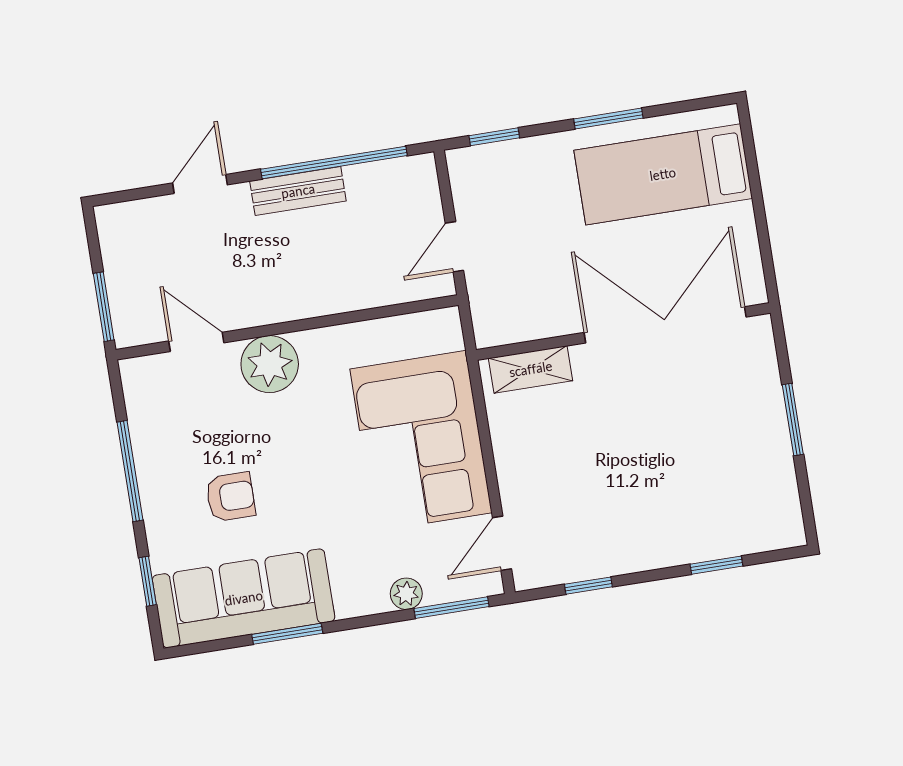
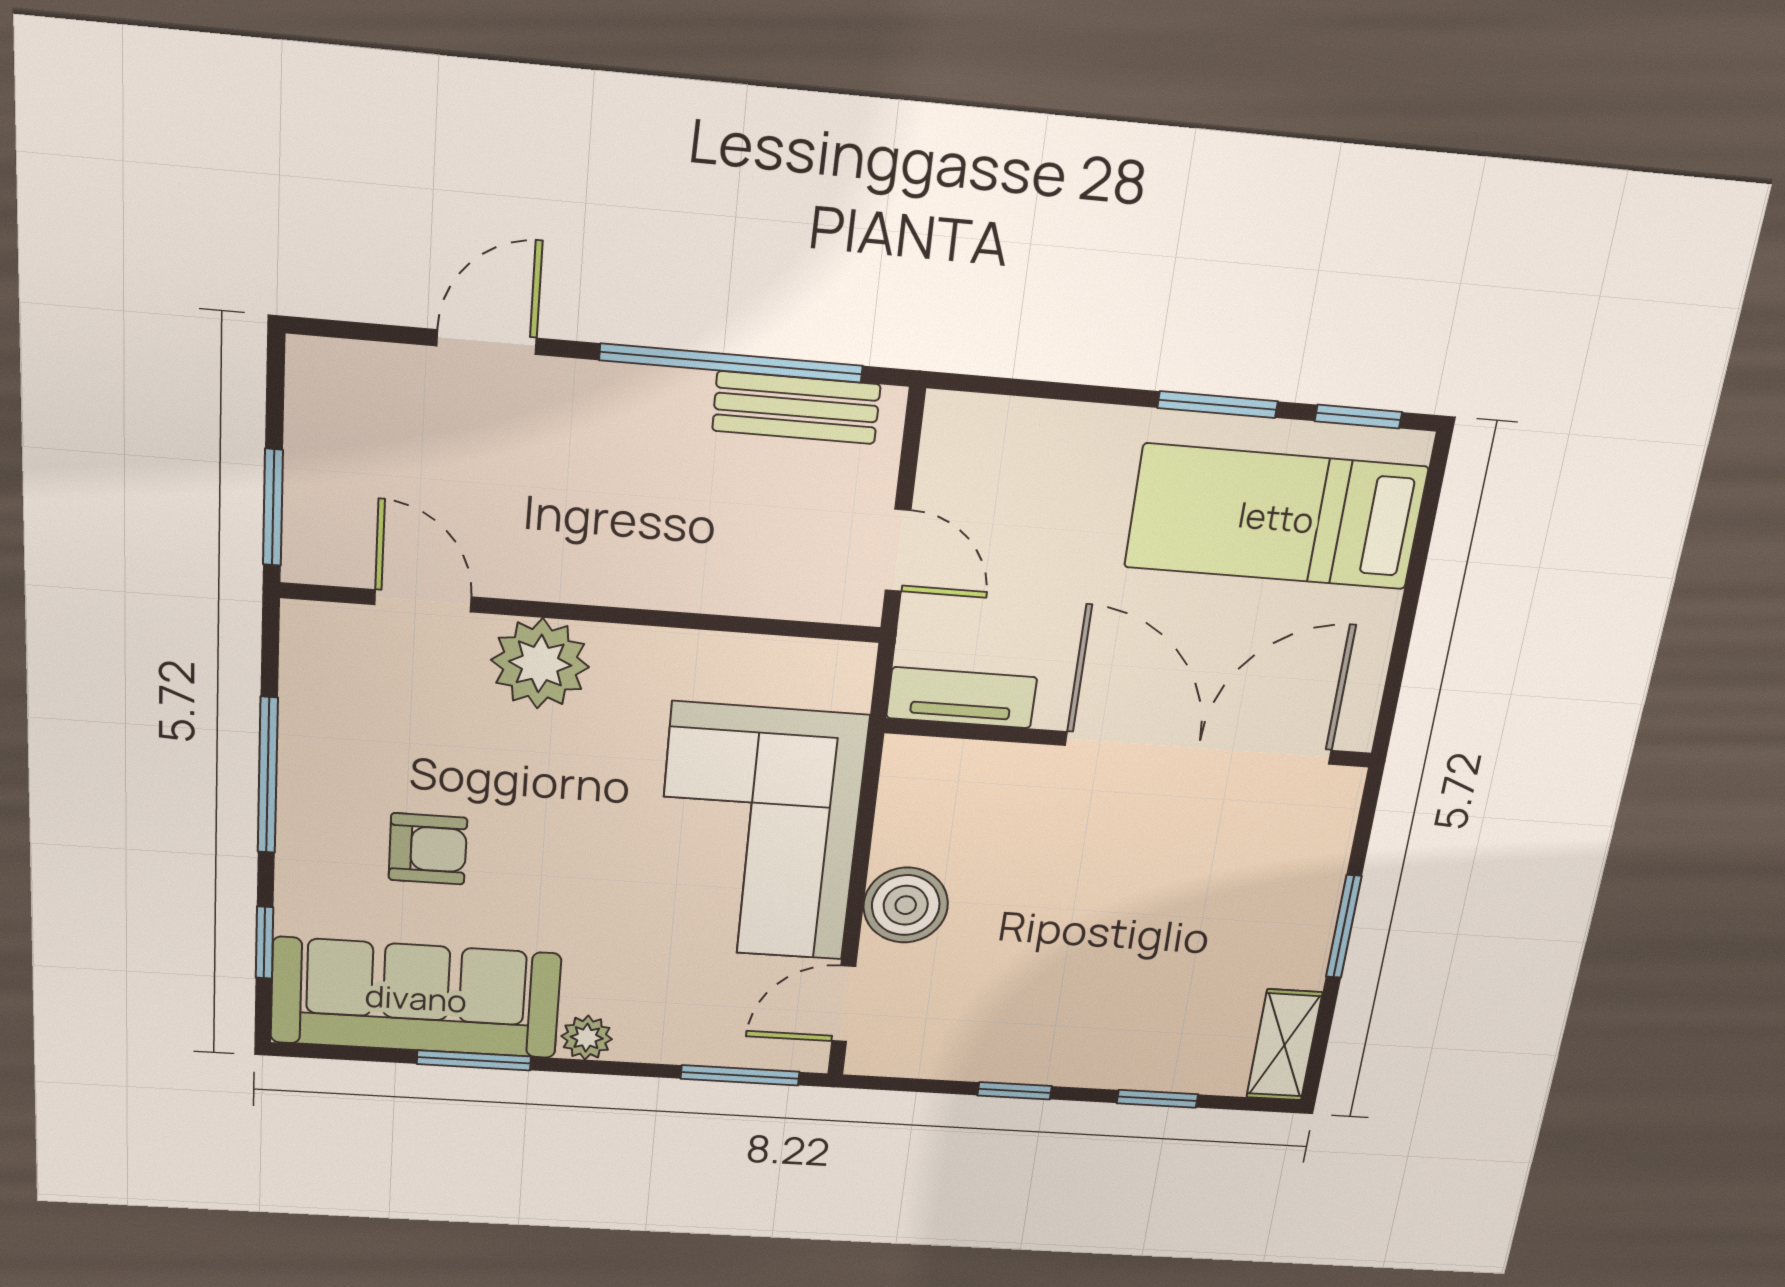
window: (494, 137) -> (1358, 417), moved
bench: (298, 191) -> (796, 408), moved
door: (454, 247) -> (898, 550), swing flipped
tv unit: (516, 327) -> (962, 698), added
shelving: (531, 369) -> (1284, 1045), moved, turned 90
boiler: (521, 468) -> (906, 905), added
window: (588, 586) -> (1015, 1091), moved
plant: (406, 594) -> (587, 1038), moved

